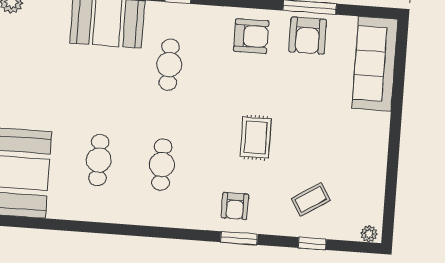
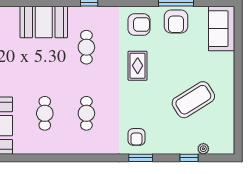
sofa: (375, 64) -> (222, 29), width x0.73
rug: (256, 138) -> (138, 66), moved
coffee table: (311, 199) -> (193, 100), moved, width x1.86, depth x1.72
plant: (369, 234) -> (203, 149), moved

